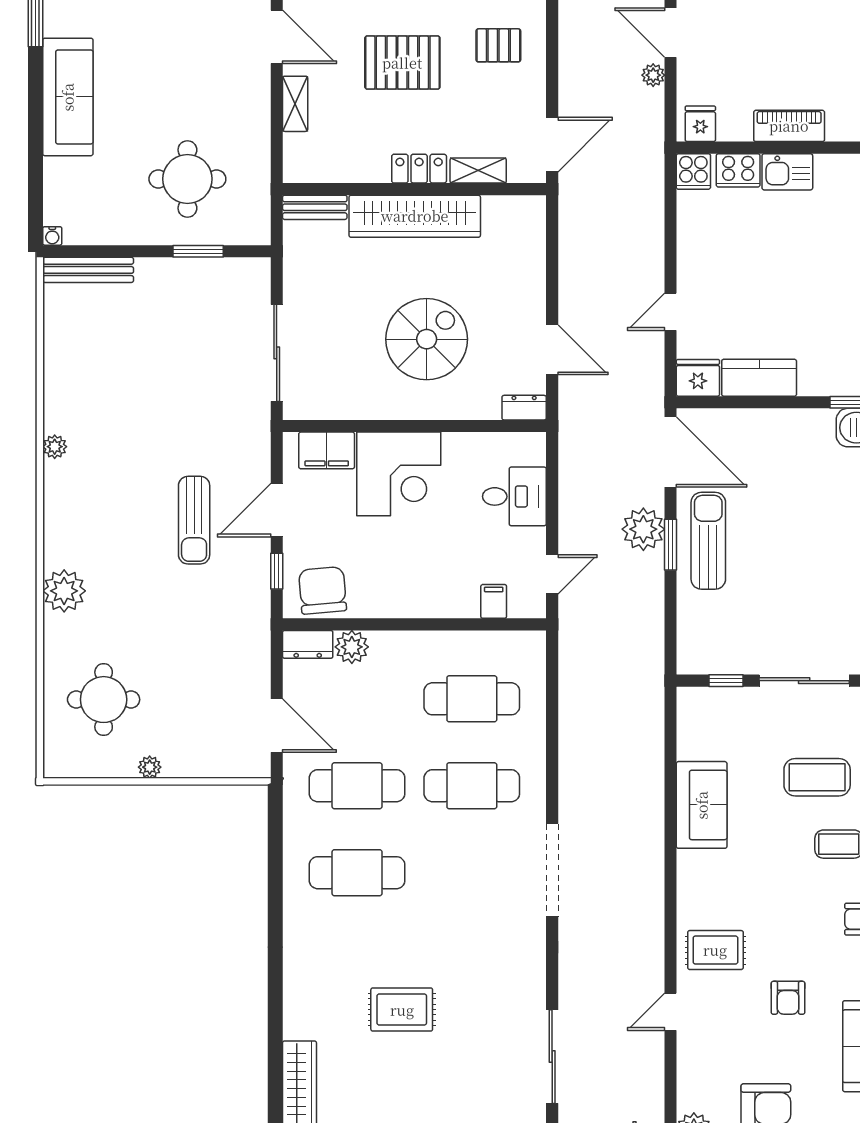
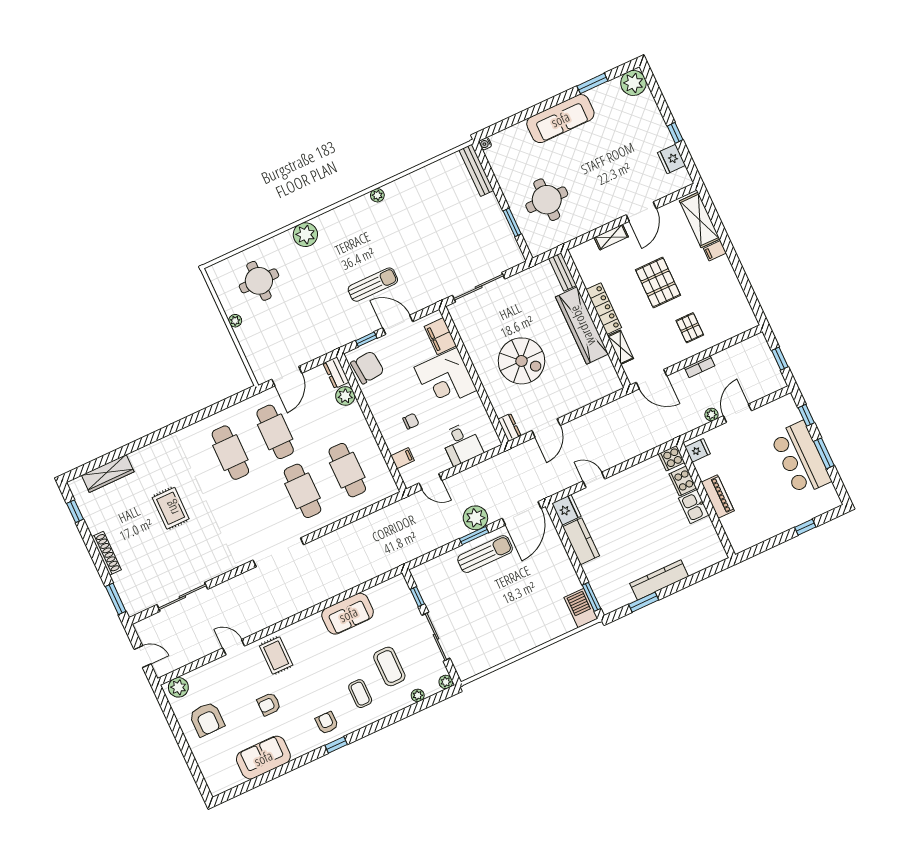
bookcase: (568, 58) -> (700, 367), added
locker: (419, 169) -> (604, 309), width x1.53
sun lounger: (194, 520) -> (373, 285), turned 180
chair: (441, 561) -> (411, 421), added

